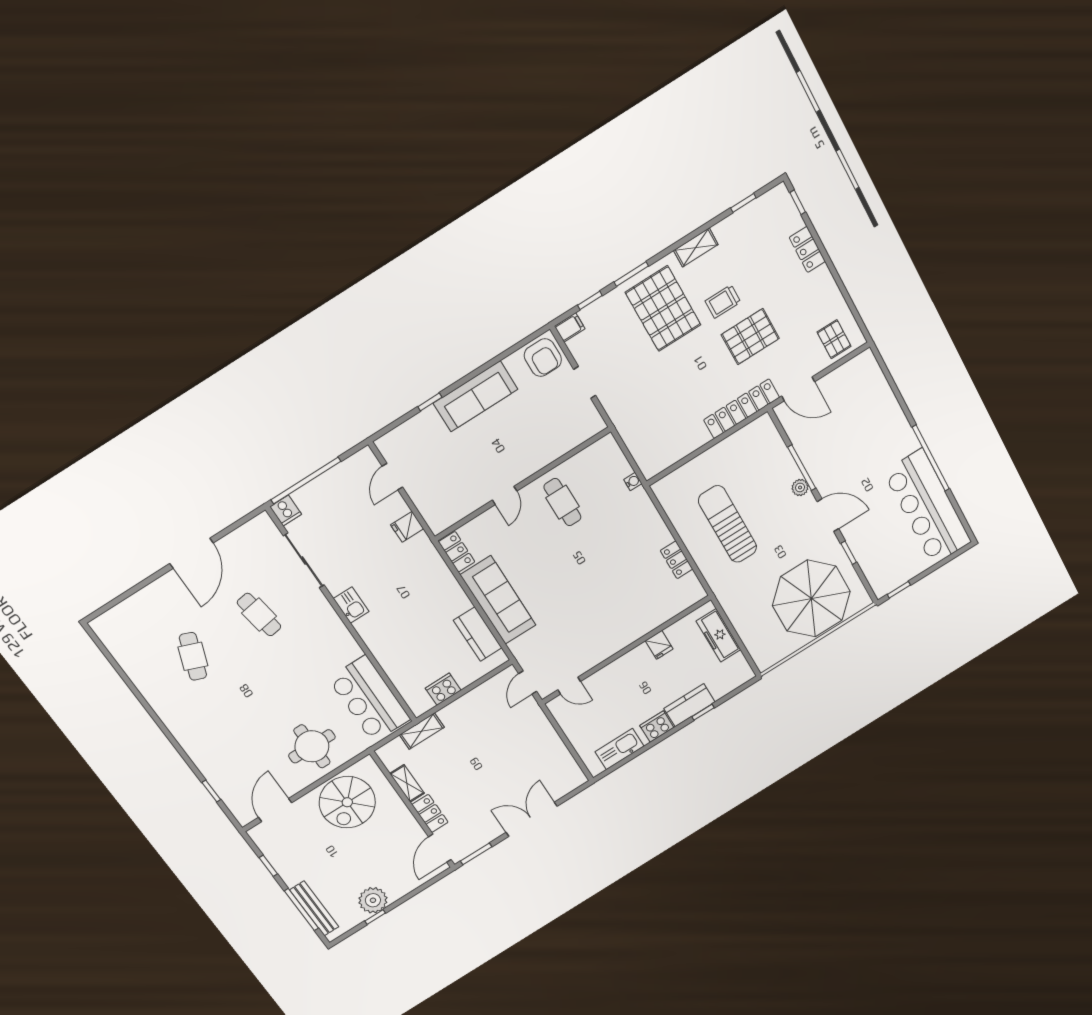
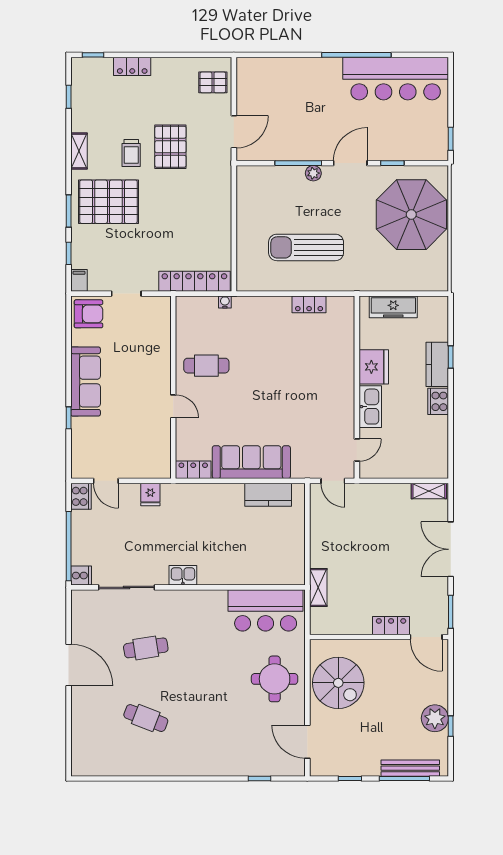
locker: (742, 409) -> (194, 281), moved, turned 90
fridge: (659, 645) -> (374, 367), width x1.88, depth x1.34
cooker: (443, 689) -> (81, 496), moved, turned 180
kitchen sink: (619, 749) -> (370, 407), moved, turned 180
shelving: (407, 783) -> (429, 491), moved

